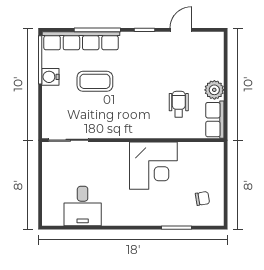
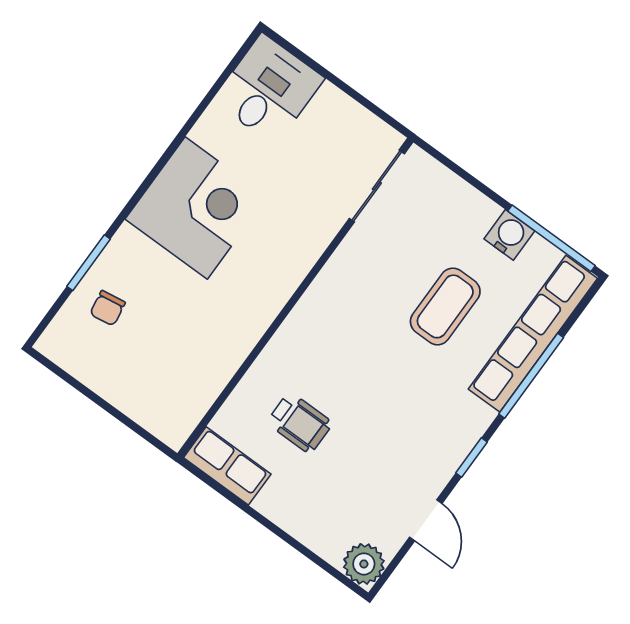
plant: (214, 90) -> (364, 564), moved
corner desk: (153, 166) -> (196, 208), moved, turned 180
chair: (202, 198) -> (108, 308), moved
desk: (83, 206) -> (269, 89), moved, turned 90

